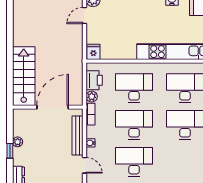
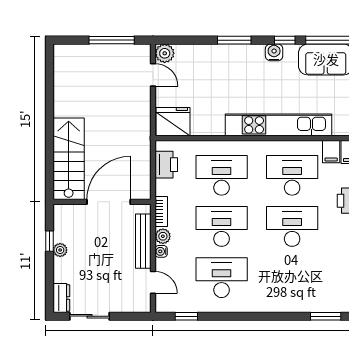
door: (85, 15) -> (153, 75), swing flipped
fridge: (93, 52) -> (173, 122), width x1.88, depth x1.34
plant: (92, 97) -> (163, 236), moved
window: (10, 151) -> (50, 241), moved

